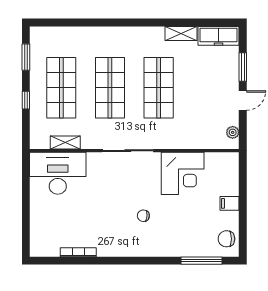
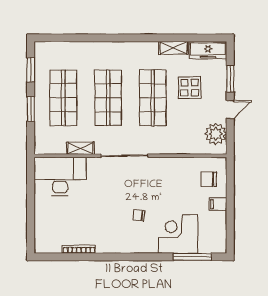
display table: (199, 77) -> (190, 88), added
window: (26, 100) -> (31, 109), width x1.50
plant: (233, 132) -> (216, 134), width x1.87, depth x1.87
shelving: (65, 142) -> (80, 148), moved
corner desk: (183, 173) -> (178, 234), moved, turned 180
chair: (226, 239) -> (209, 179), moved

